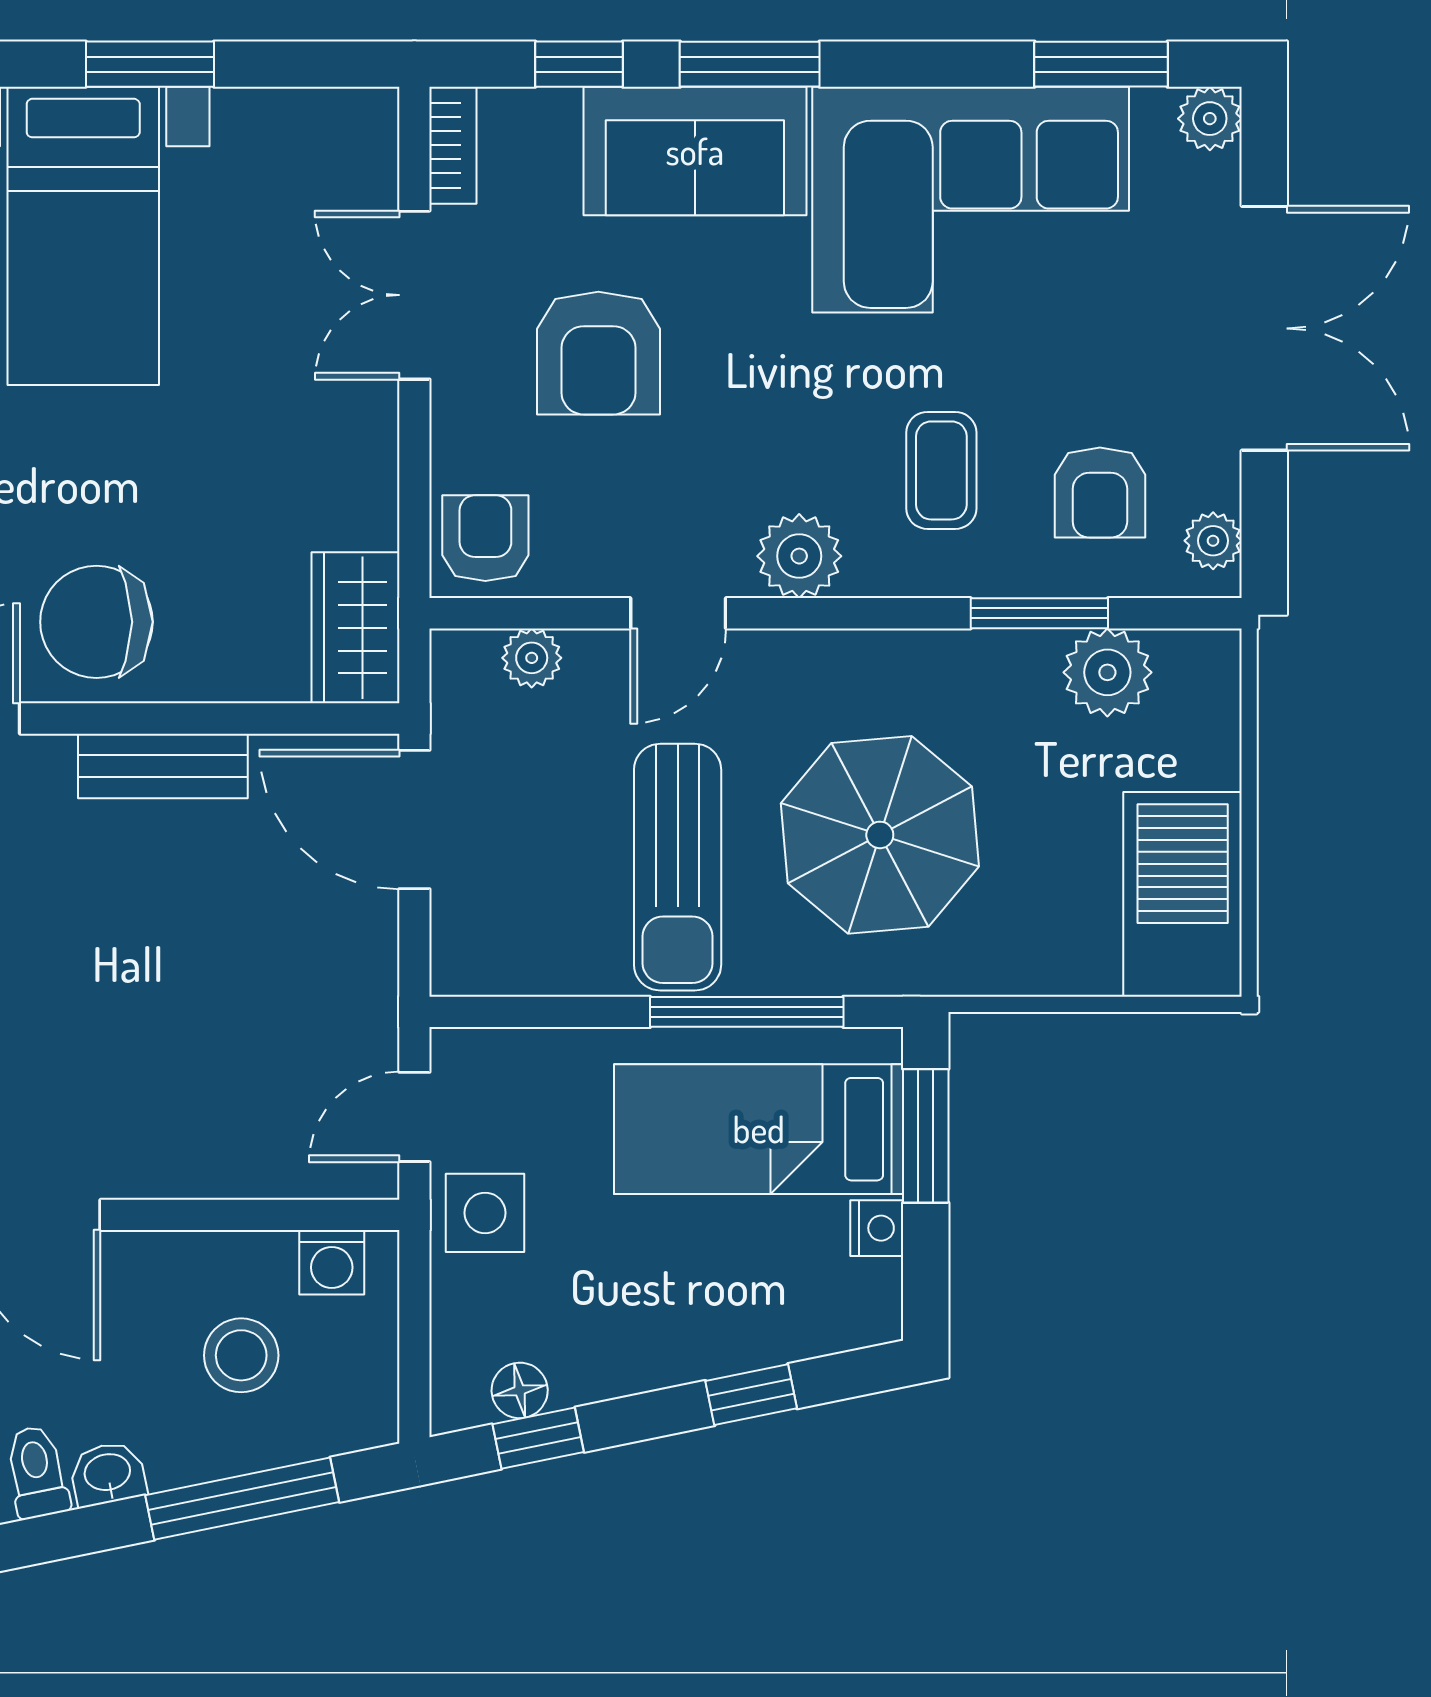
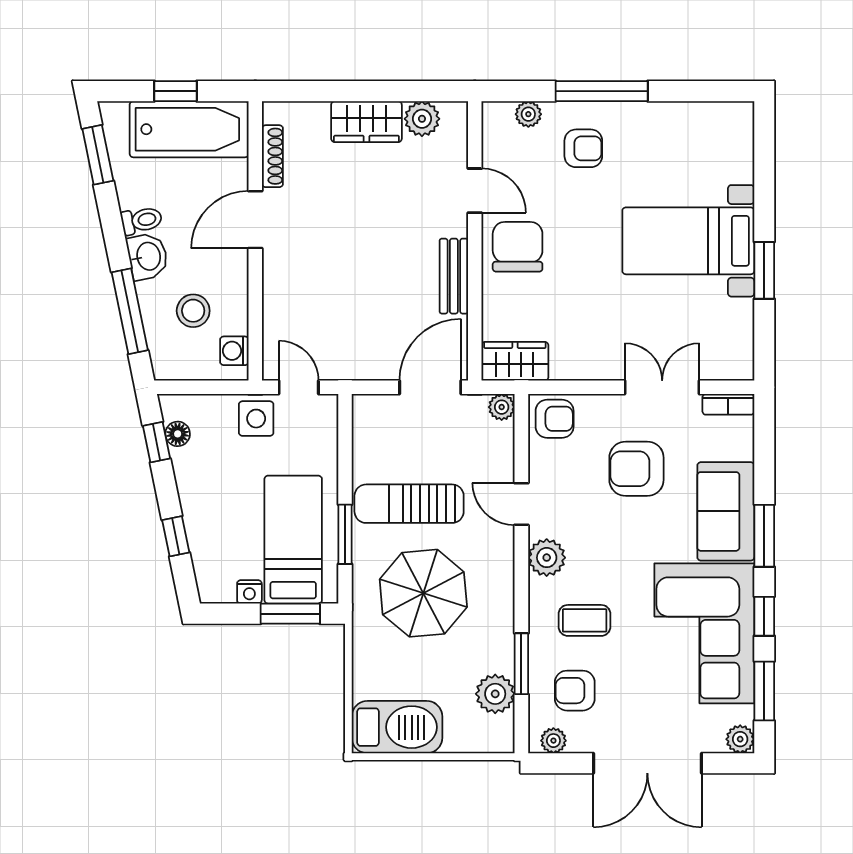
window: (579, 64) -> (764, 616), moved
plant: (532, 658) -> (502, 407), moved
window: (747, 1012) -> (345, 534), width x0.69
washbasin: (108, 1474) -> (148, 256), width x1.38, depth x1.45

